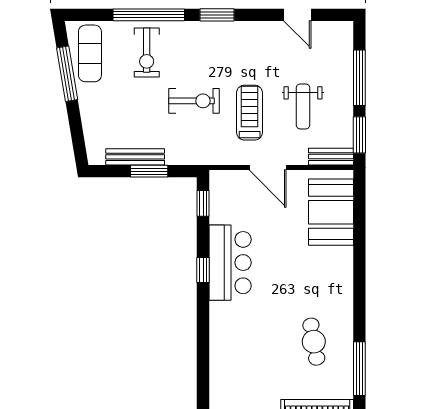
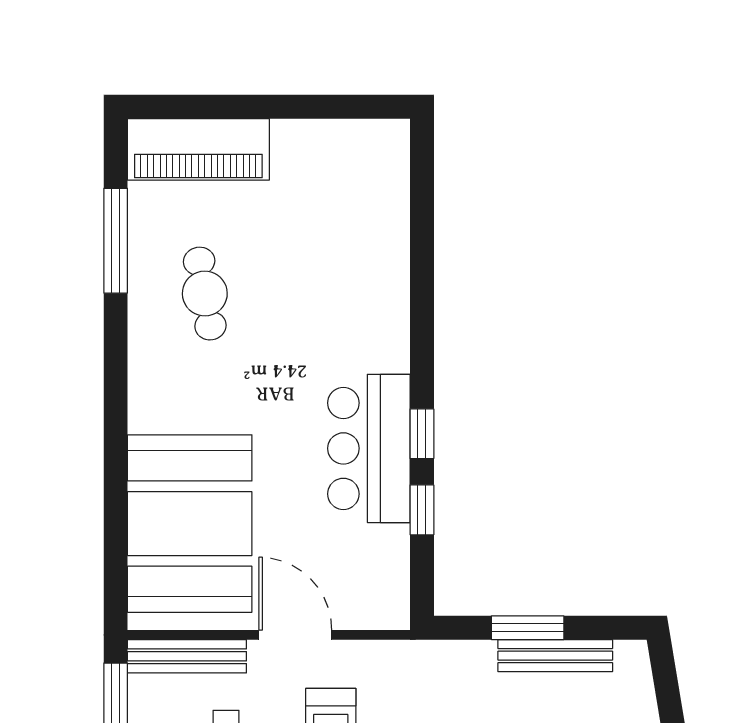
bench: (331, 157) -> (187, 656), width x1.36
window: (203, 203) -> (422, 510), moved
booth: (331, 212) -> (190, 524), width x1.36, depth x1.42

